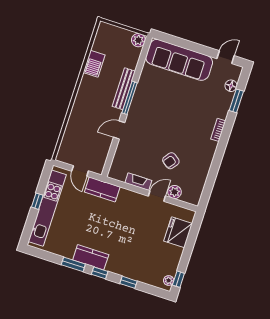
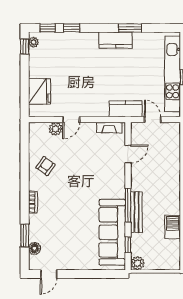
window: (142, 60) -> (128, 245), added
sofa: (179, 60) -> (112, 232), moved, turned -90
door: (119, 130) -> (128, 154), moved
armchair: (171, 161) -> (46, 166), moved
fireplace: (138, 182) -> (109, 128), moved
window: (100, 273) -> (48, 28), moved

